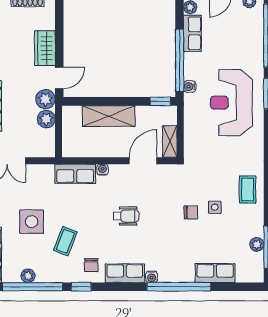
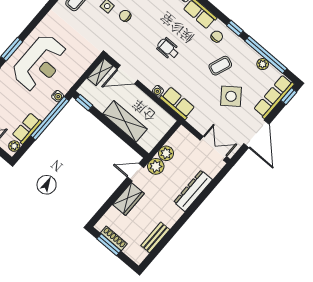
side table: (32, 222) -> (231, 96), turned -37

